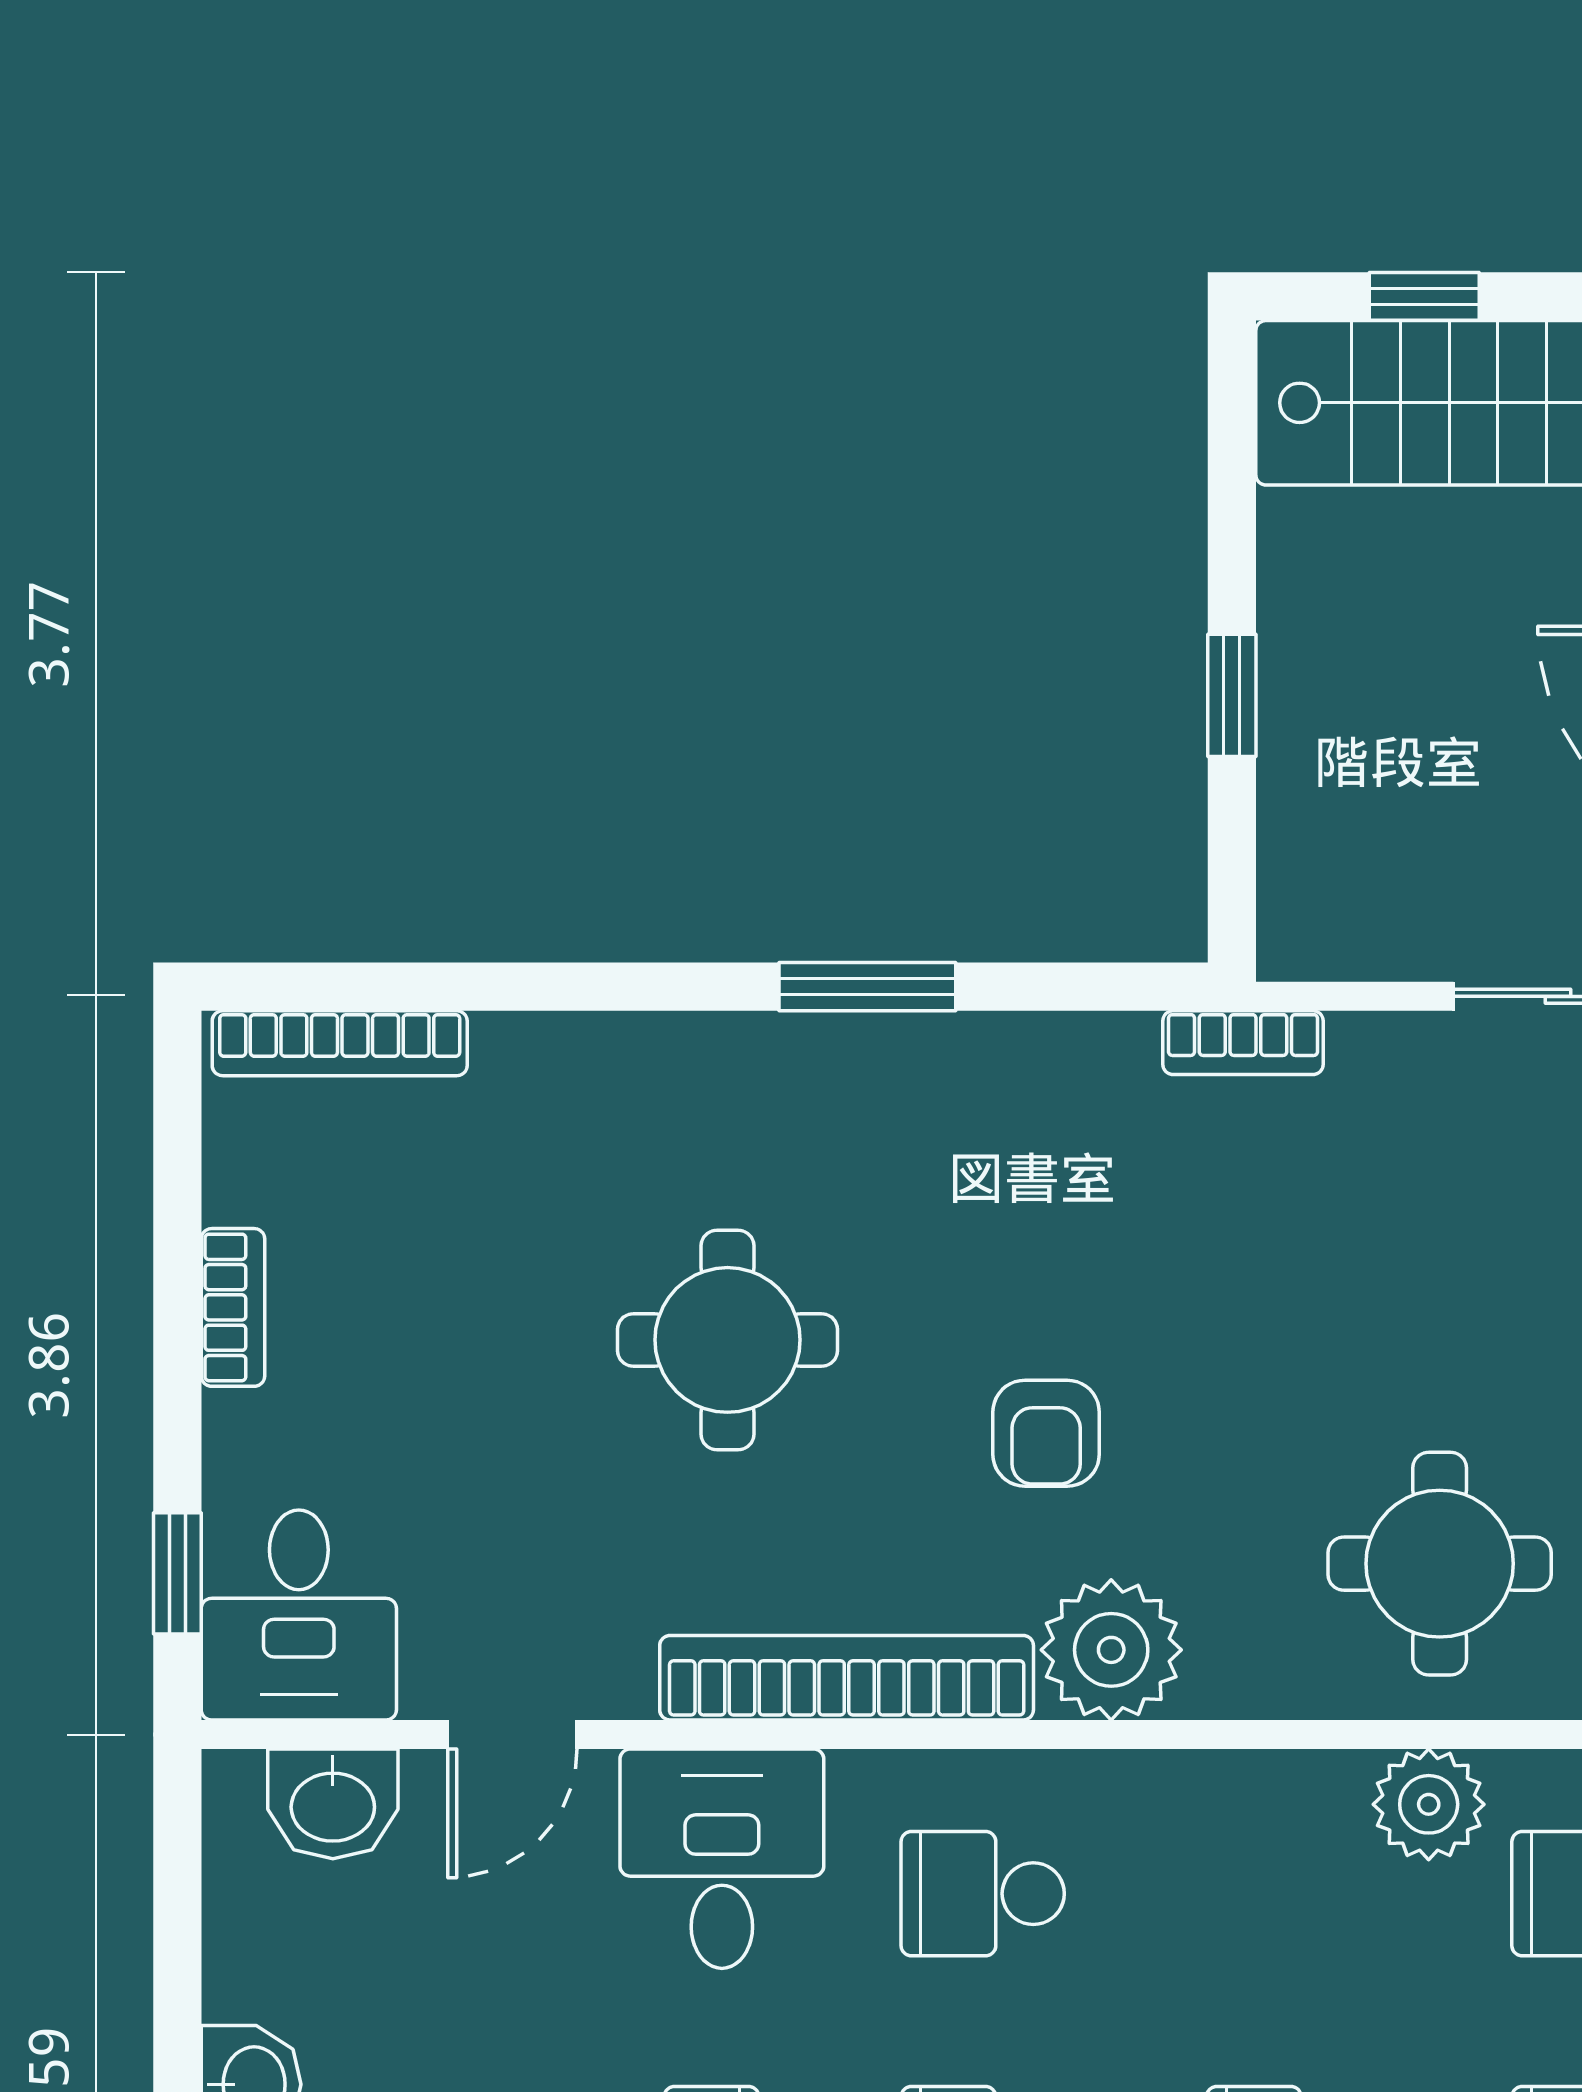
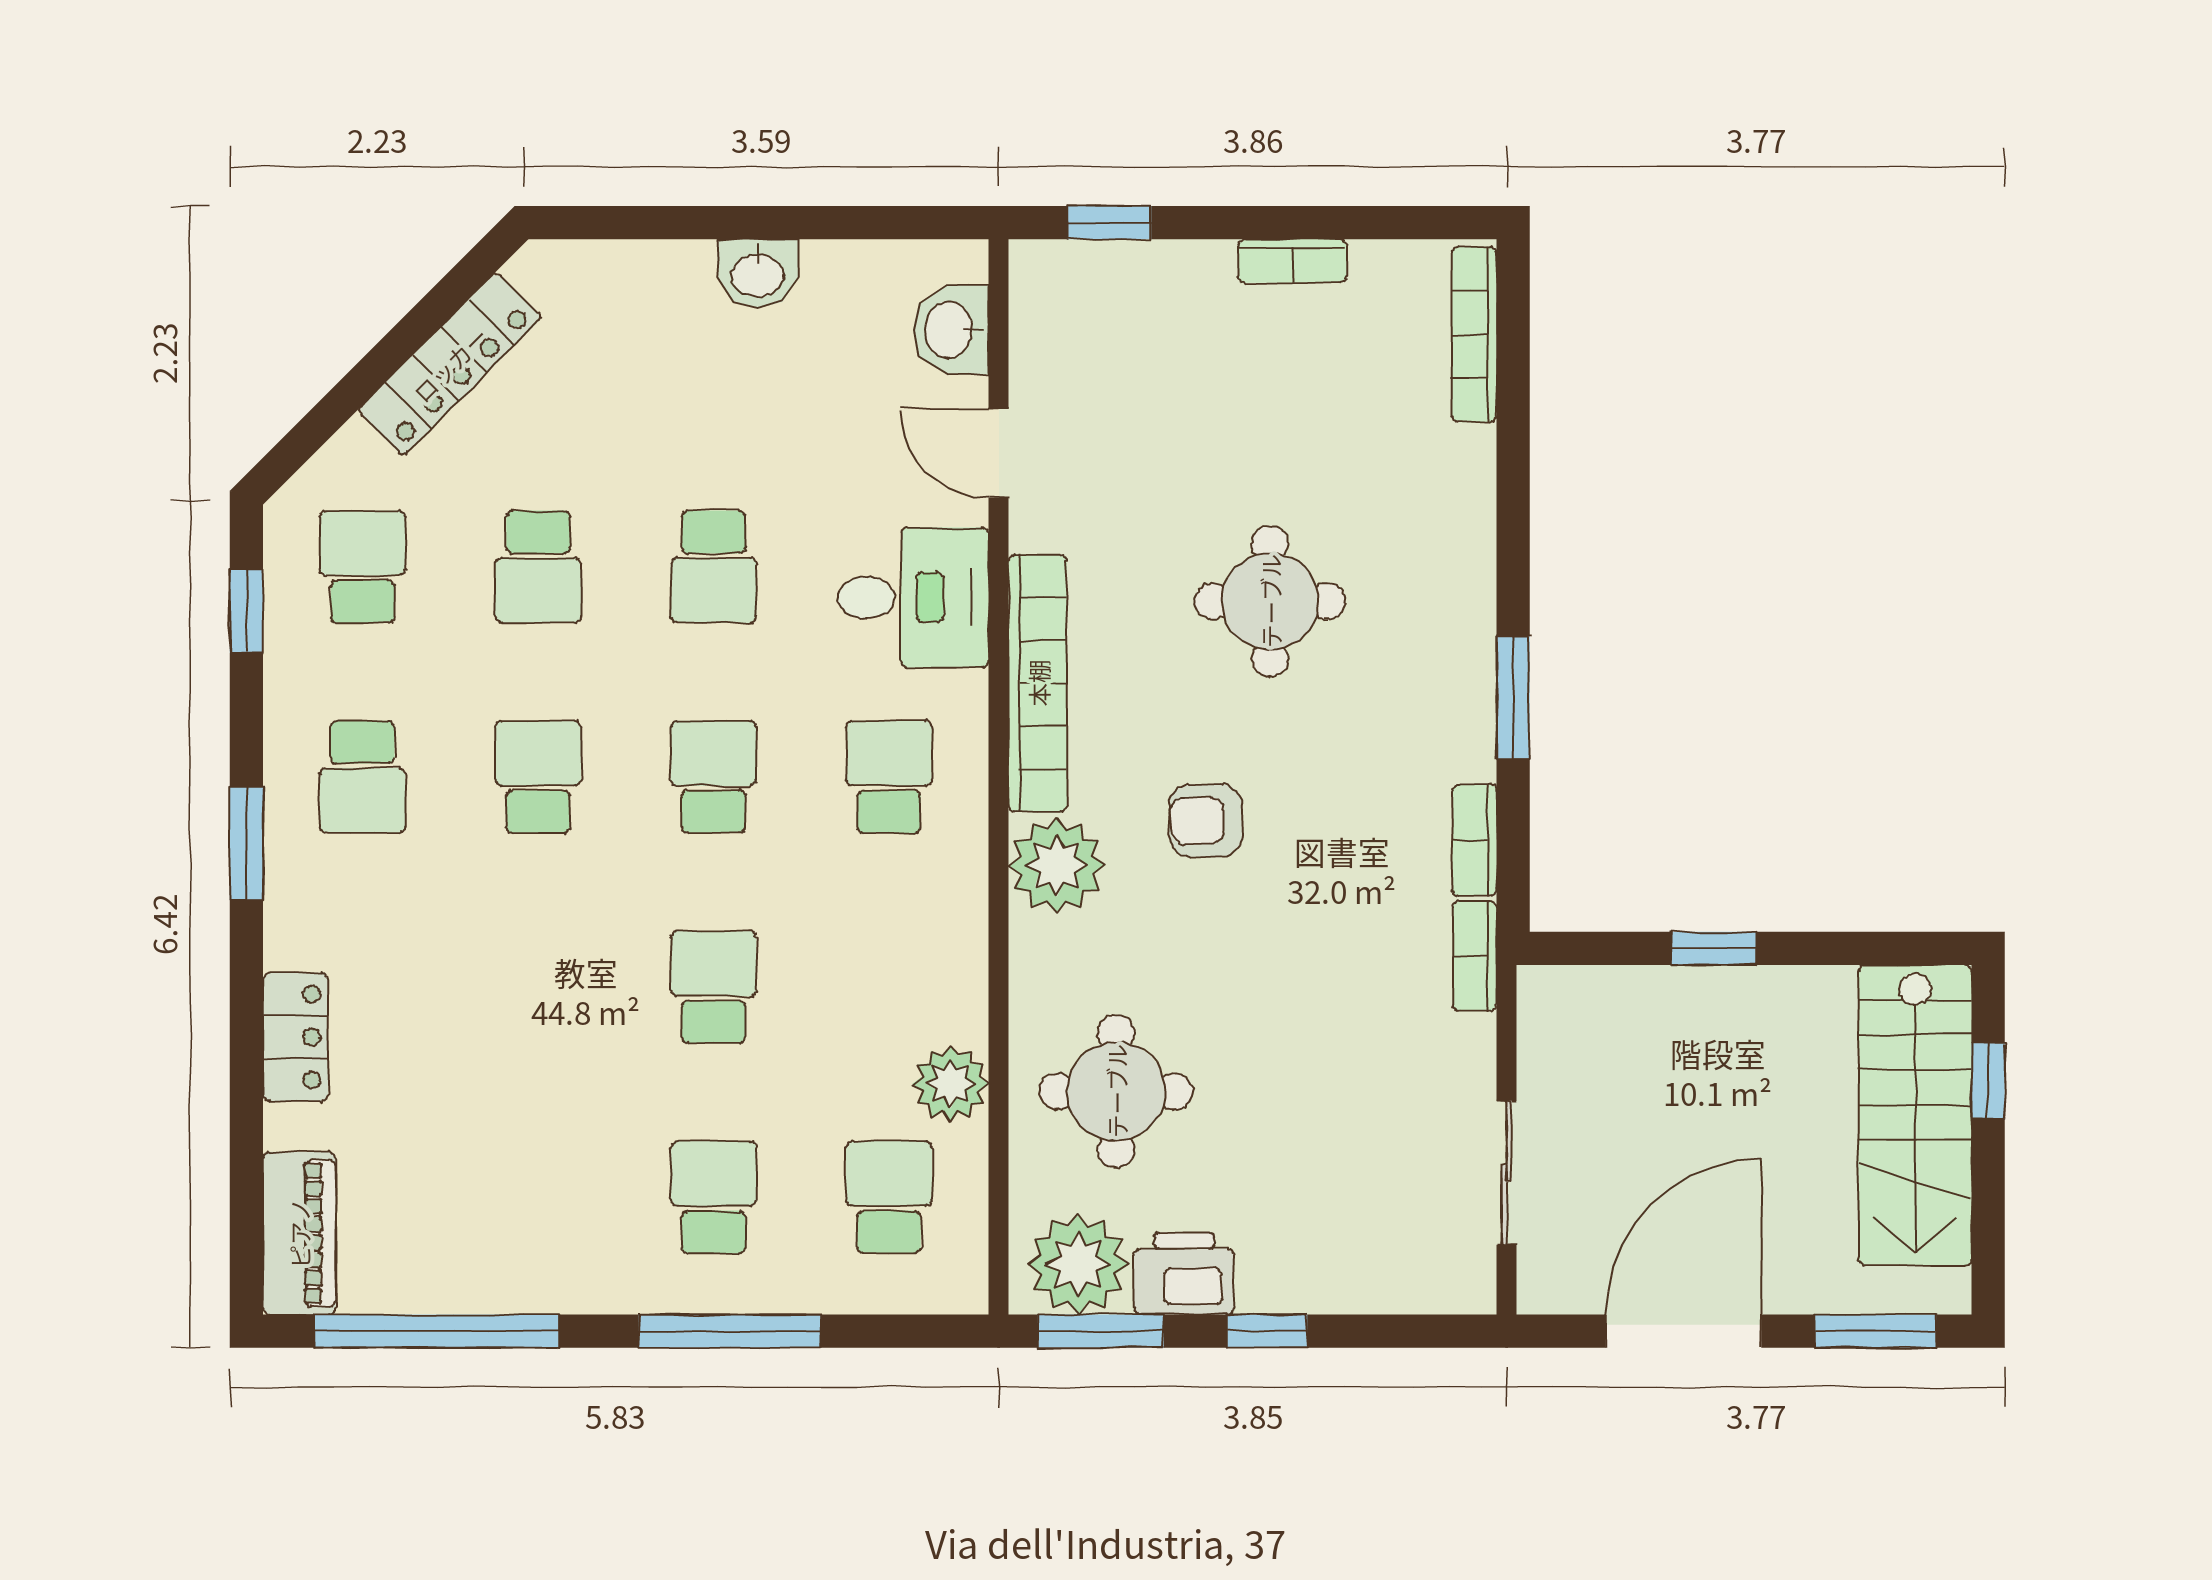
bookcase: (1074, 1043) -> (1474, 840), added
desk: (299, 1615) -> (1081, 306), removed

